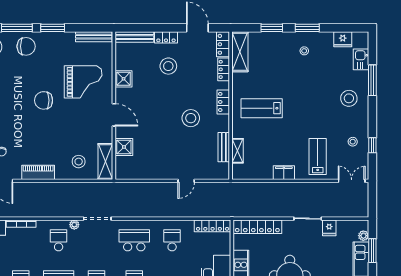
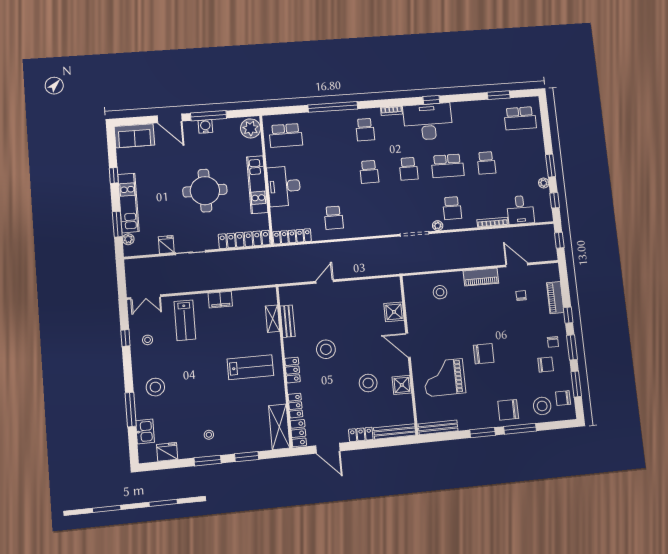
stool: (168, 66) -> (368, 383), moved
shelving: (105, 161) -> (412, 295), removed
school desk: (134, 240) -> (373, 214), removed

